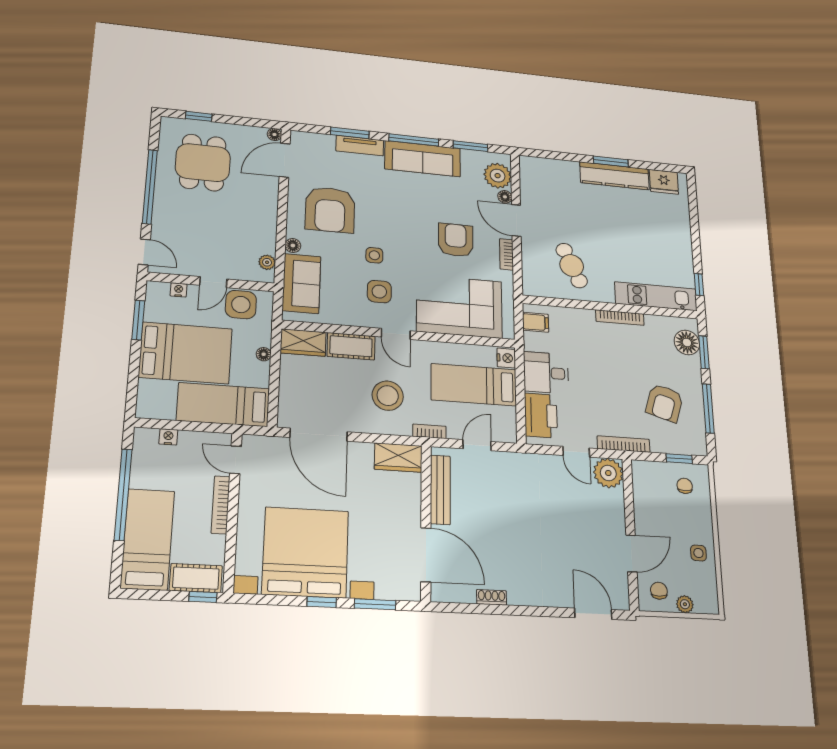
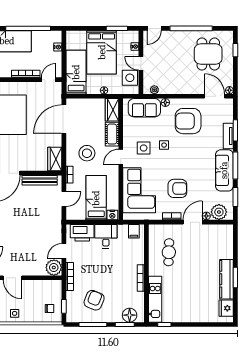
dining table: (203, 163) -> (208, 54), turned 90
cafe table: (572, 265) -> (169, 252), turned -64
armchair: (664, 403) -> (94, 300), turned 95
door: (477, 445) -> (64, 199), hinge flipped

